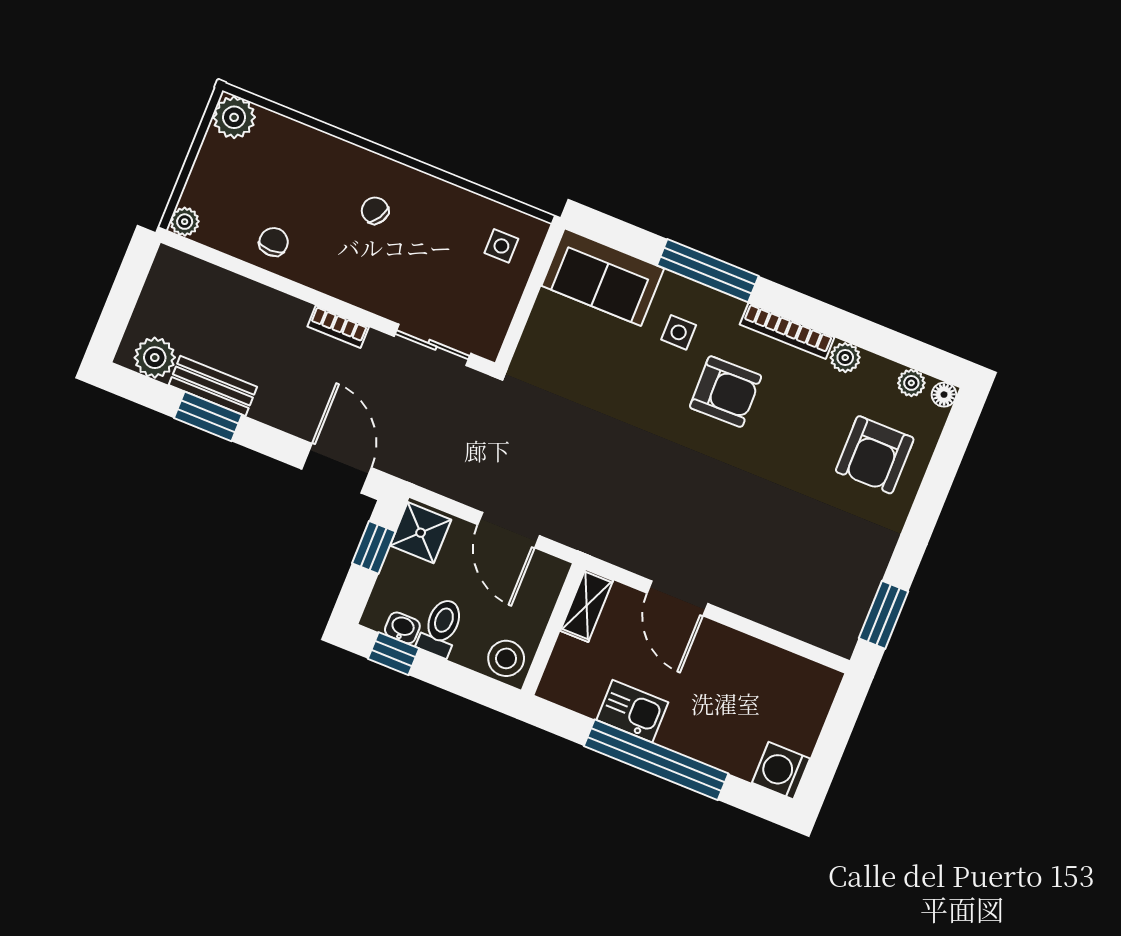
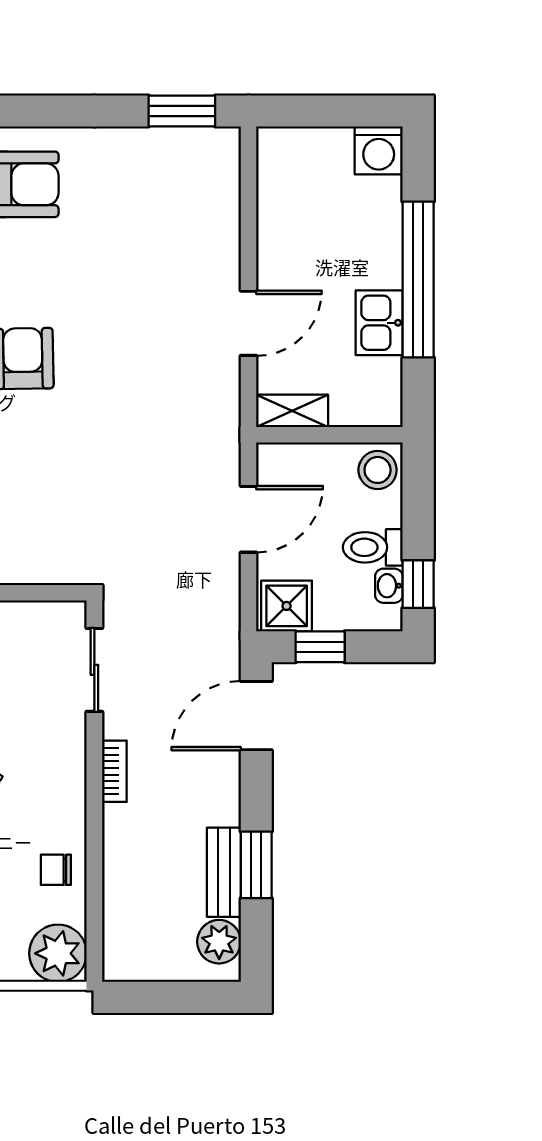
plant: (185, 222) -> (58, 953), width x1.88, depth x1.88

